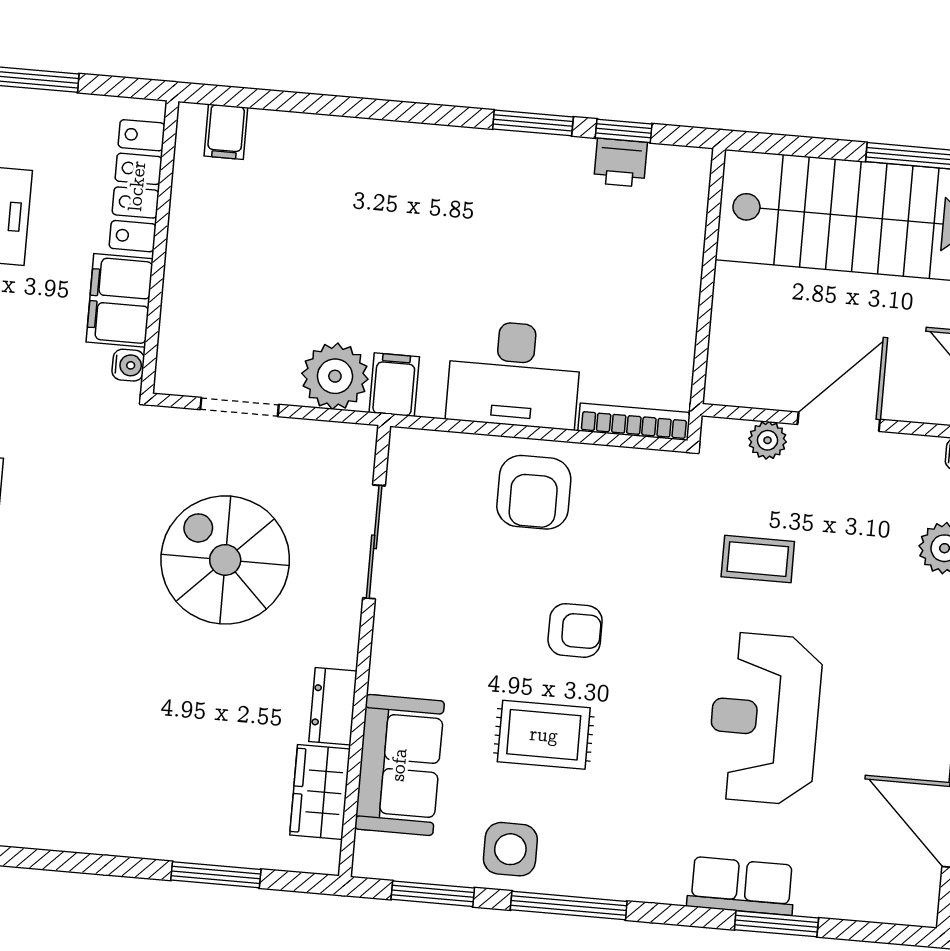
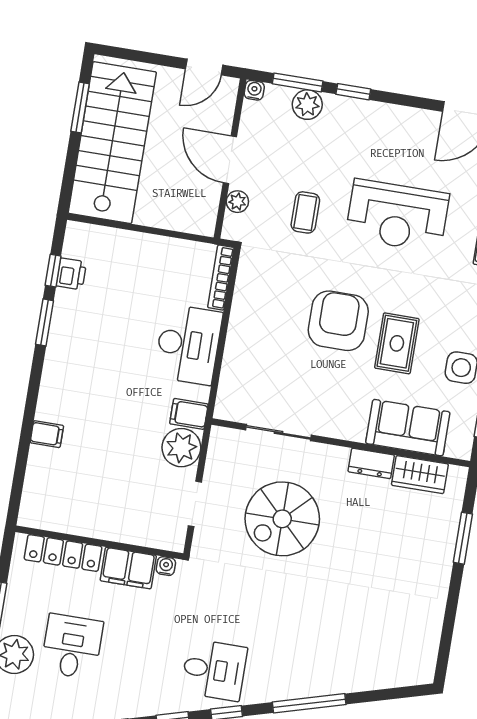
filing cabinet: (226, 132) -> (47, 434), moved
armchair: (534, 492) -> (257, 338), removed
armchair: (575, 630) -> (338, 321), width x1.88, depth x1.88

